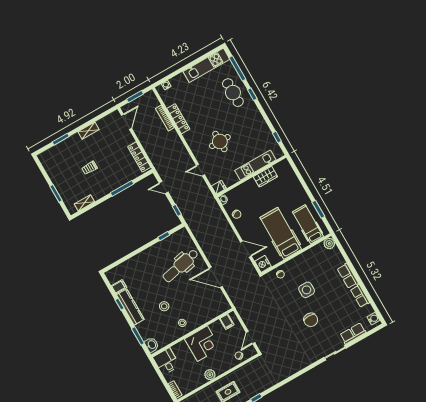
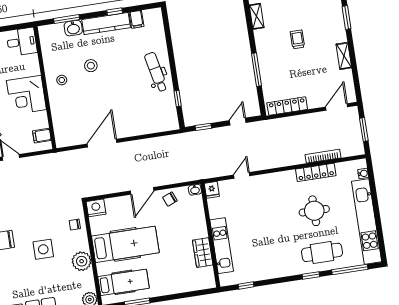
kitchen unit: (206, 65) -> (367, 222), width x1.36
door: (126, 122) -> (337, 107), swing flipped
round table: (220, 142) -> (314, 211), moved
door: (246, 249) -> (142, 191), moved
plant: (304, 260) -> (82, 261), added
dental chair: (181, 266) -> (156, 72), moved, width x0.73, depth x0.72
washbasin: (152, 345) -> (73, 28), moved

